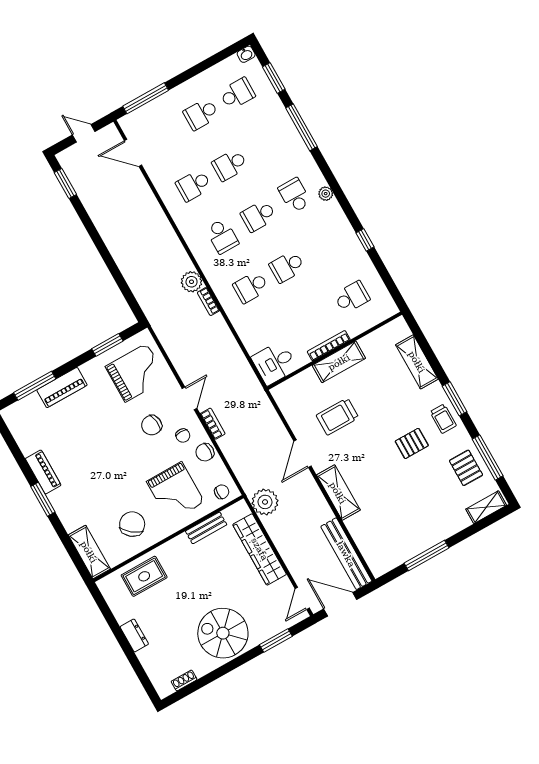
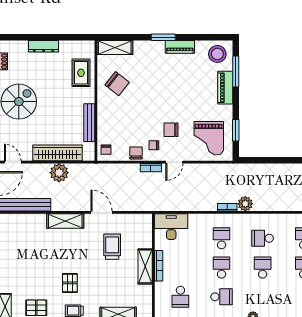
school desk: (295, 195) -> (222, 297), moved
desk: (275, 363) -> (171, 227), width x1.37
door: (190, 398) -> (174, 162), hinge flipped
stool: (26, 421) -> (217, 54), added
chair: (152, 425) -> (171, 130), turned -83
grand piano: (176, 492) -> (122, 121), removed
plant: (265, 502) -> (59, 173), moved
bench: (206, 528) -> (89, 123), width x1.36
dresser: (134, 635) -> (44, 46), width x1.44

